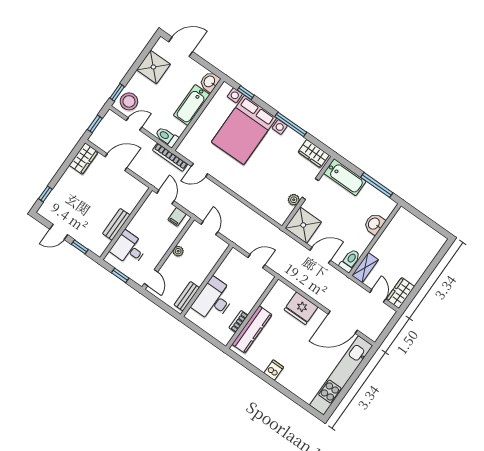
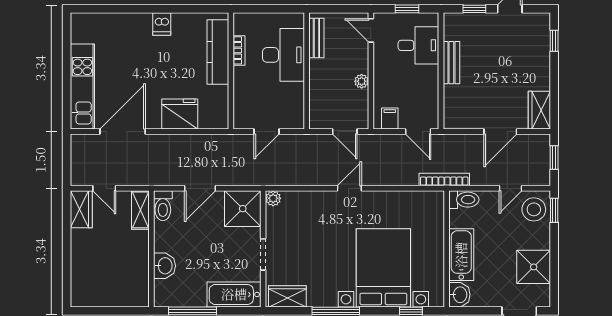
door: (199, 170) -> (349, 188), moved
plant: (294, 200) -> (273, 198), moved
kitchen unit: (341, 375) -> (82, 86), width x0.73

